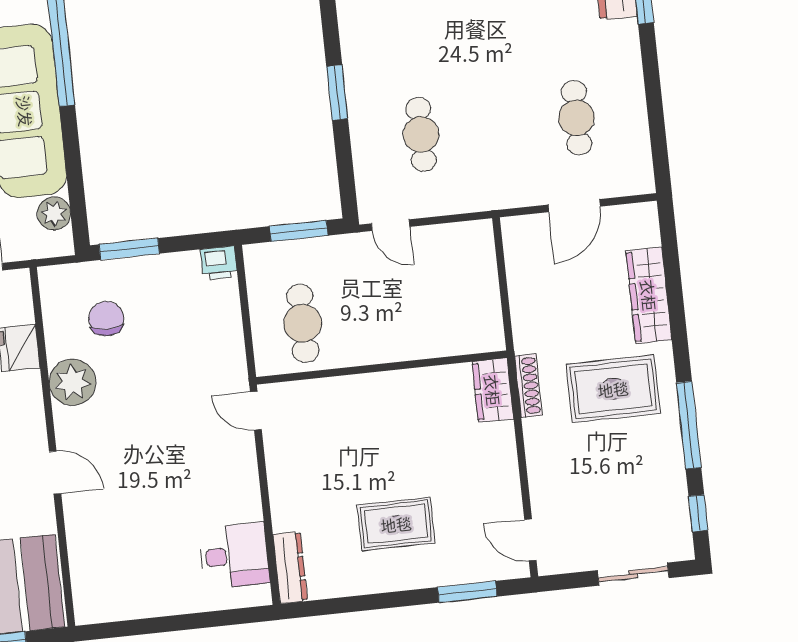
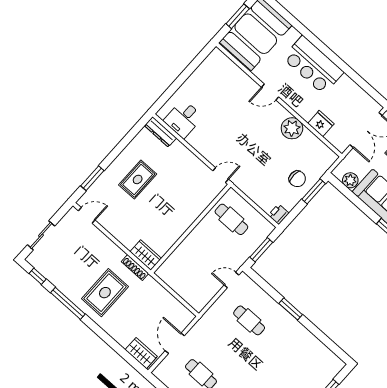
wardrobe: (649, 295) -> (141, 353), moved, width x0.67
chair: (106, 319) -> (297, 179), moved

